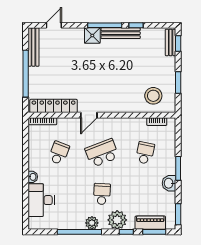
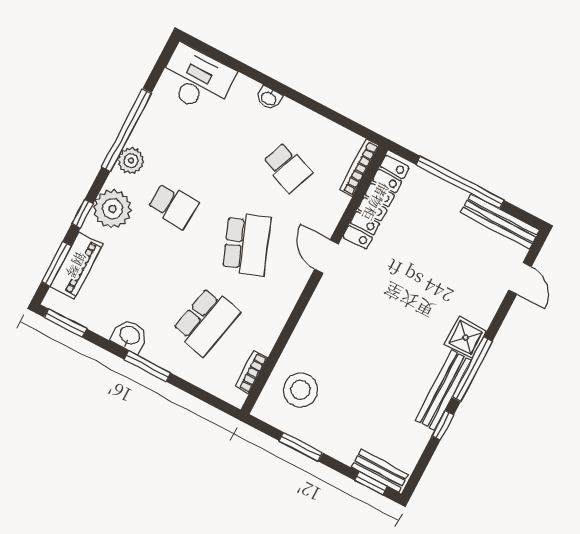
school desk: (145, 153) -> (206, 321), width x1.85
desk: (41, 200) -> (196, 79), moved

